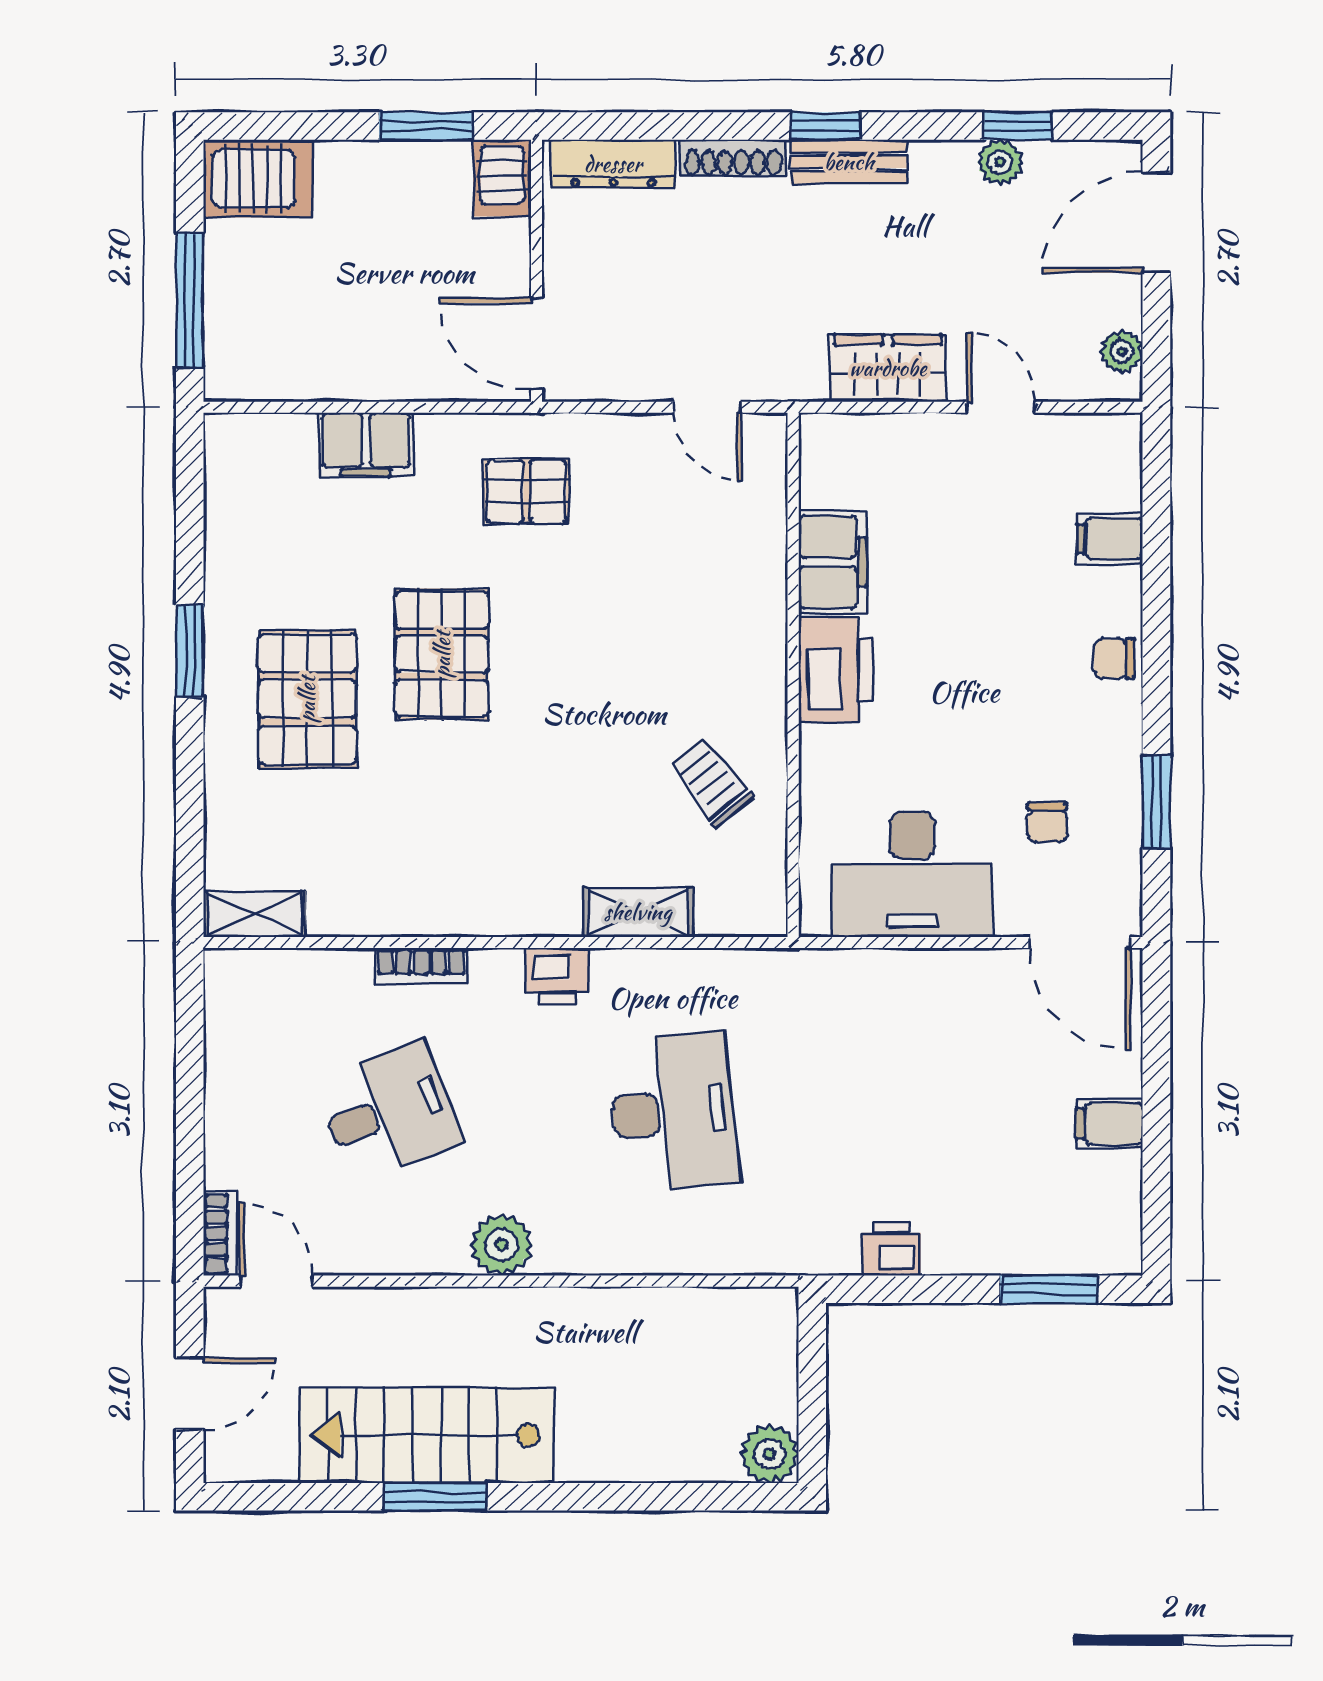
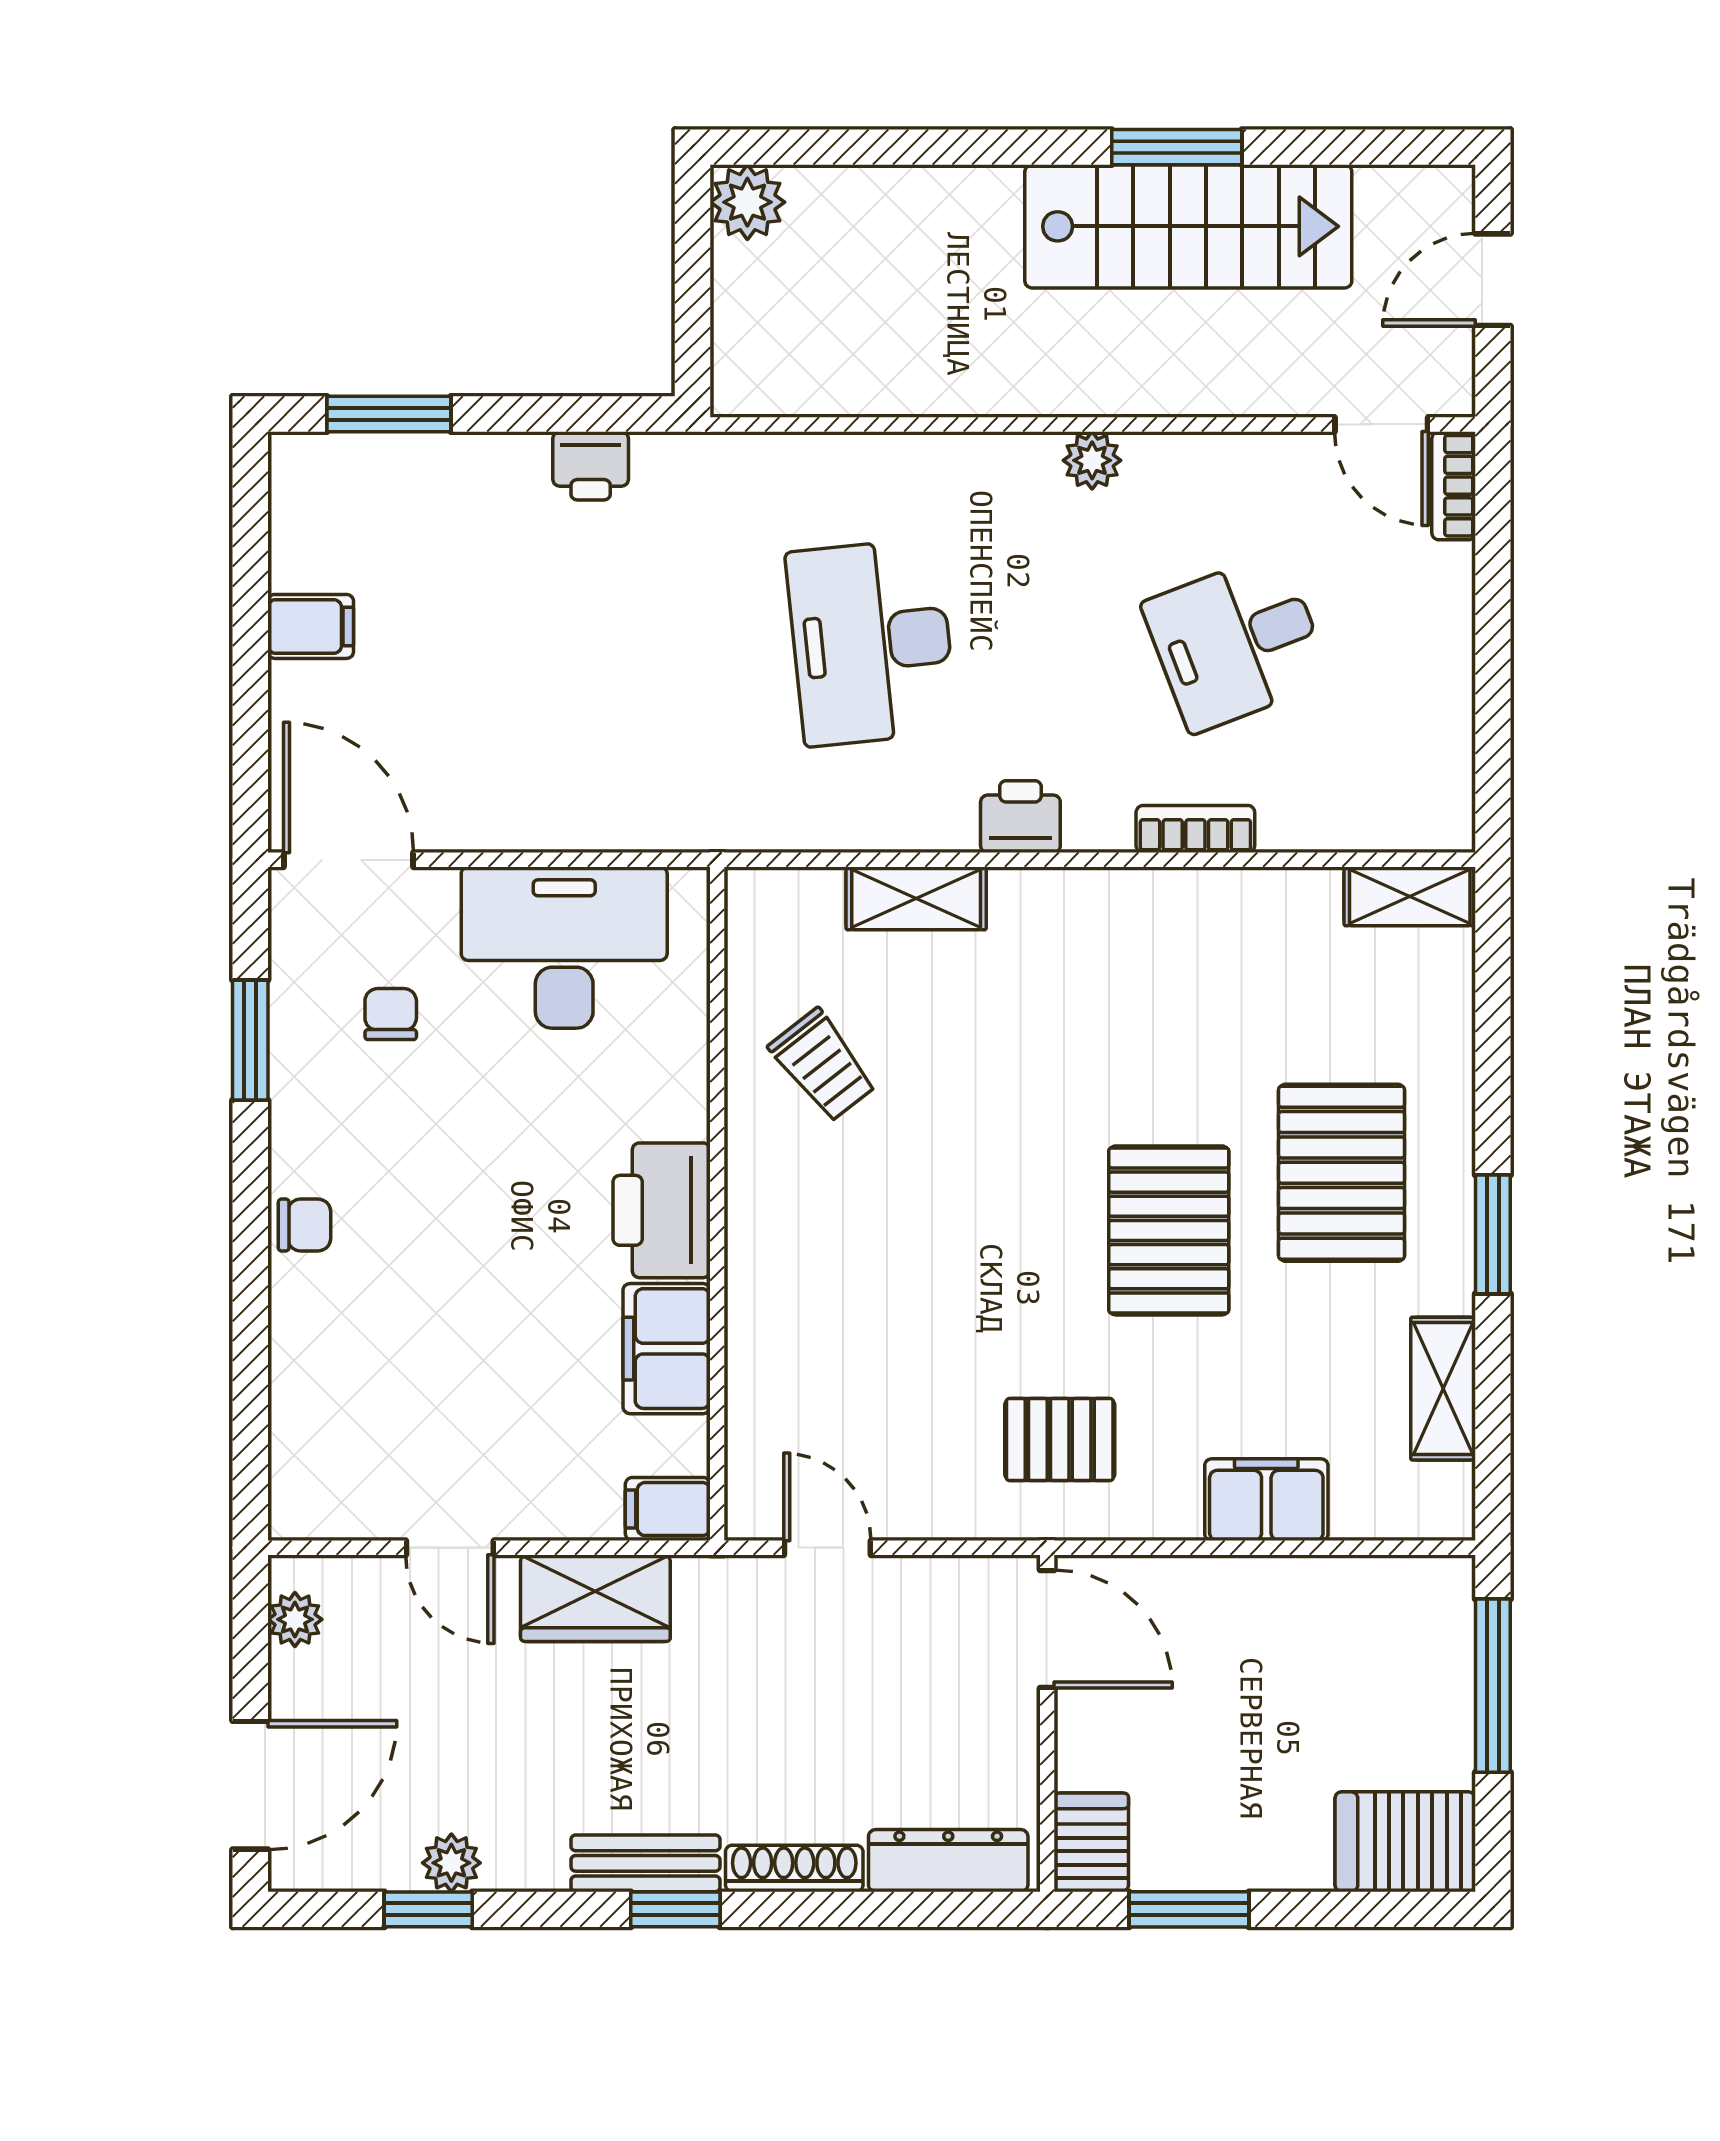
shelving: (228, 531) -> (1443, 1389), added
filing cabinet: (1110, 539) -> (668, 1509), moved, turned 180
plant: (501, 1245) -> (1092, 460), width x0.73, depth x0.73

